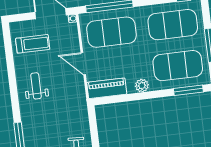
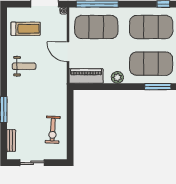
weight bench: (36, 86) -> (24, 66), turned 90

